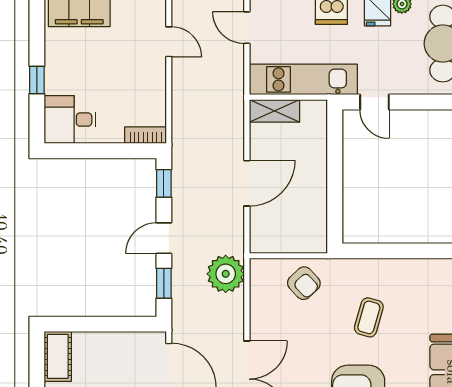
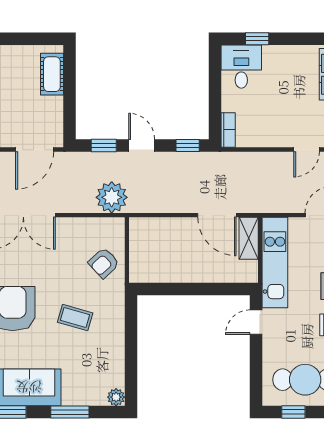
window: (37, 80) -> (257, 39), moved
door: (247, 183) -> (217, 215), moved
cot: (58, 356) -> (52, 74), moved, turned 90

